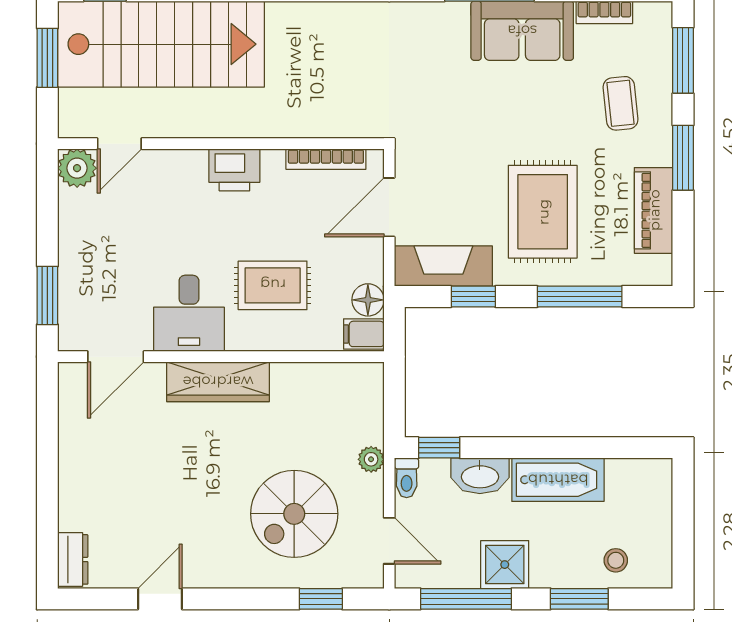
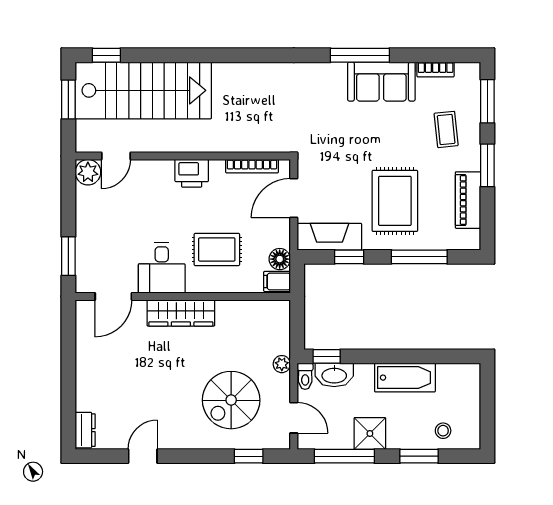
washbasin: (480, 476) -> (334, 375), moved

